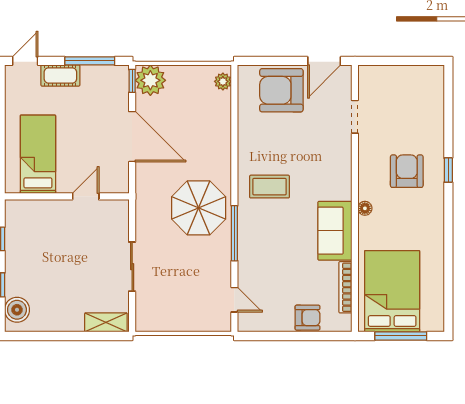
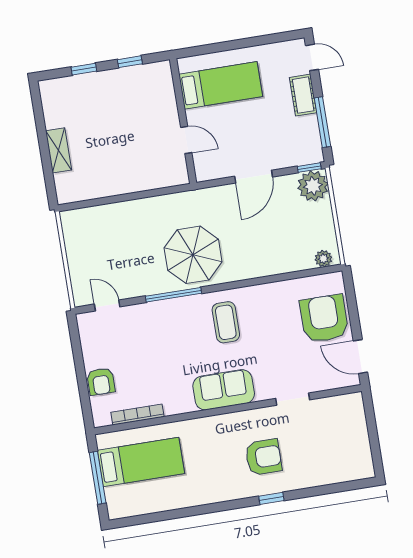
doorway: (355, 117) -> (293, 399), moved
door: (132, 137) -> (254, 177), width x0.73
floor lamp: (365, 208) -> (220, 421), removed
sofa: (335, 231) -> (224, 390), moved
sliding door: (132, 267) -> (124, 198), removed
bed: (392, 291) -> (141, 462), width x0.67
door: (234, 300) -> (107, 305), swing flipped
boiler: (17, 310) -> (62, 90), removed
shelving: (106, 322) -> (59, 150), moved

